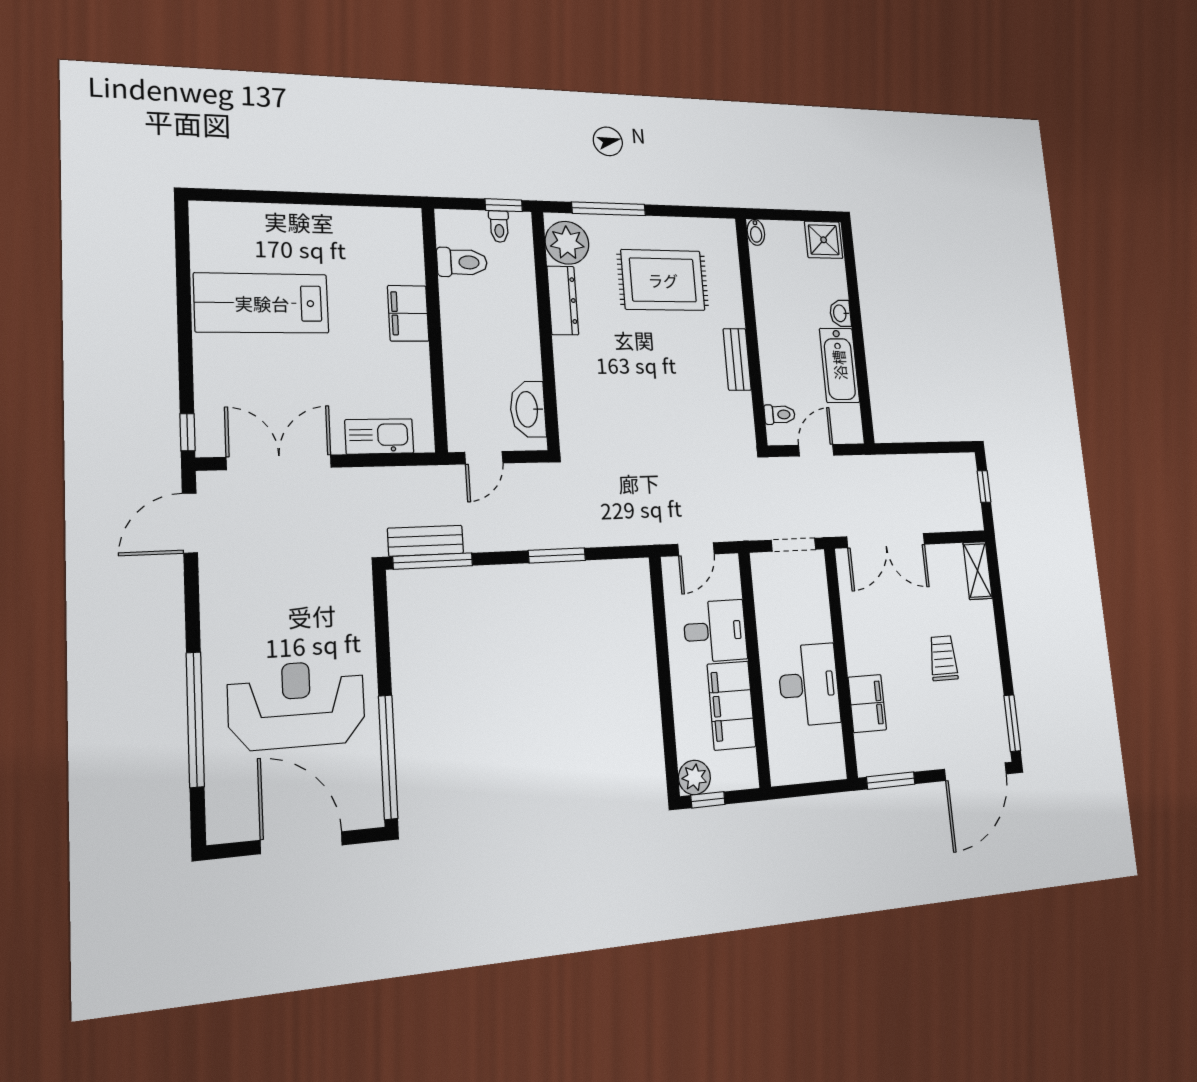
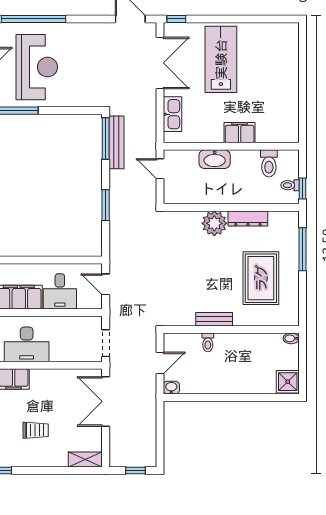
plant: (567, 243) -> (214, 223), moved
lab bench: (262, 303) -> (221, 59), moved
washbasin: (840, 313) -> (171, 388), moved
bathtub: (839, 365) -> (211, 383), removed
washbasin: (528, 409) -> (215, 159), moved, turned 180
toilet: (780, 415) -> (208, 342), moved
door: (816, 450) -> (160, 363), hinge flipped
bench: (426, 541) -> (116, 142), width x1.36

